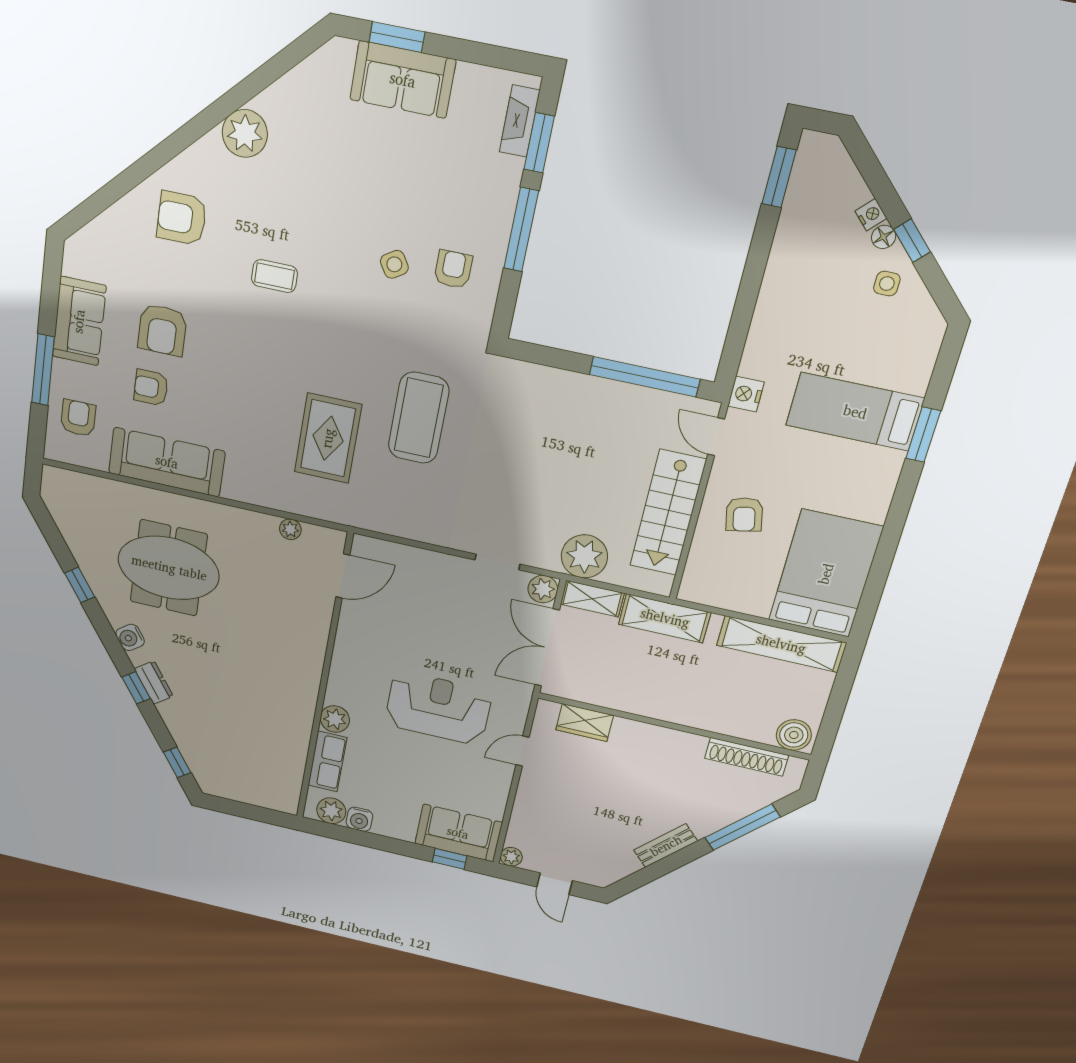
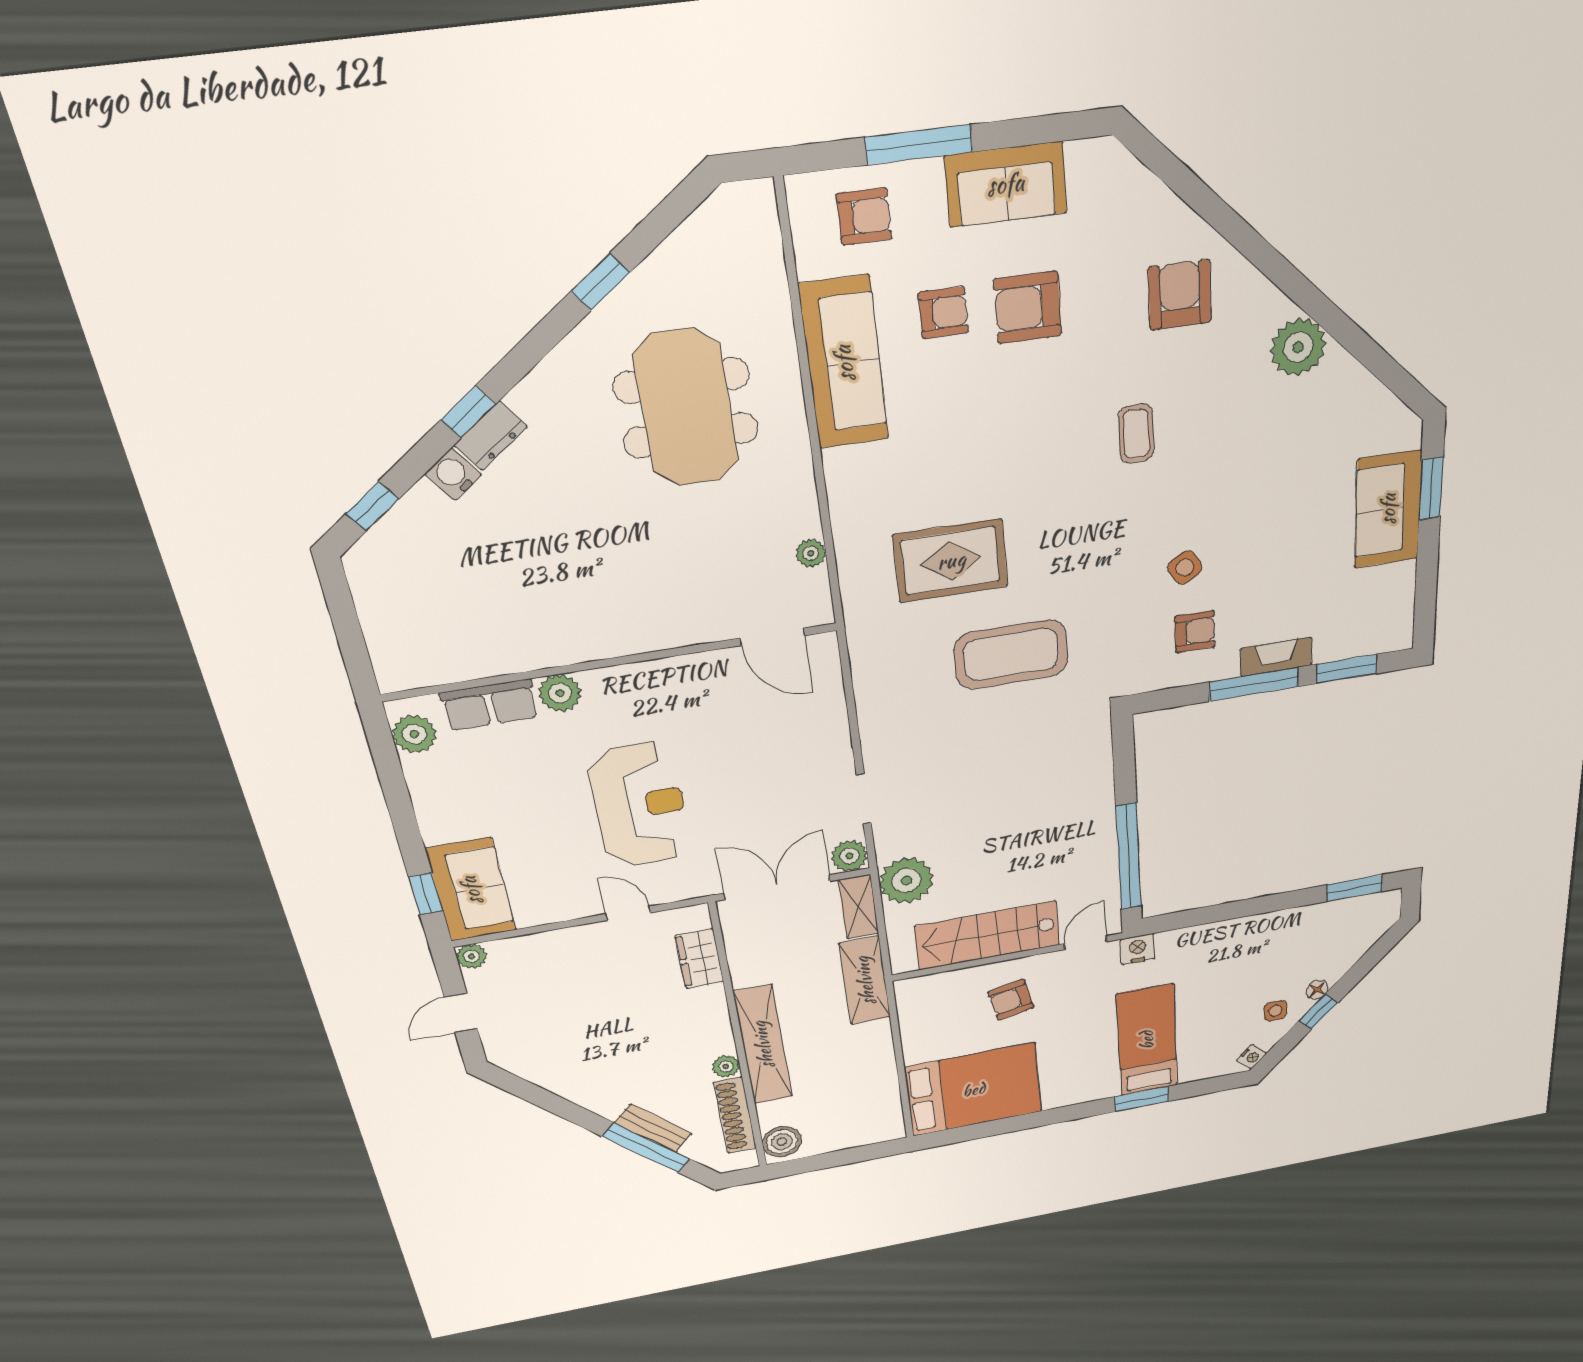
fireplace: (520, 121) -> (1276, 657), moved
nightstand: (871, 215) -> (1251, 1057), moved
armchair: (151, 388) -> (943, 313), turned 90
water cooler: (130, 637) -> (453, 474), moved
shelving: (781, 644) -> (763, 1045), moved
plant: (694, 744) -> (726, 1066), added
water cooler: (359, 819) -> (422, 772), removed
bench: (666, 846) -> (653, 1128), moved

